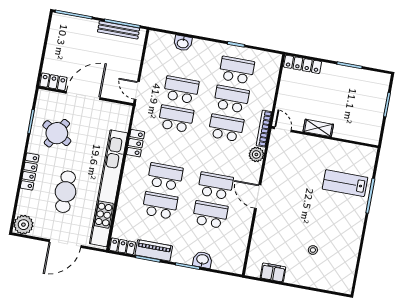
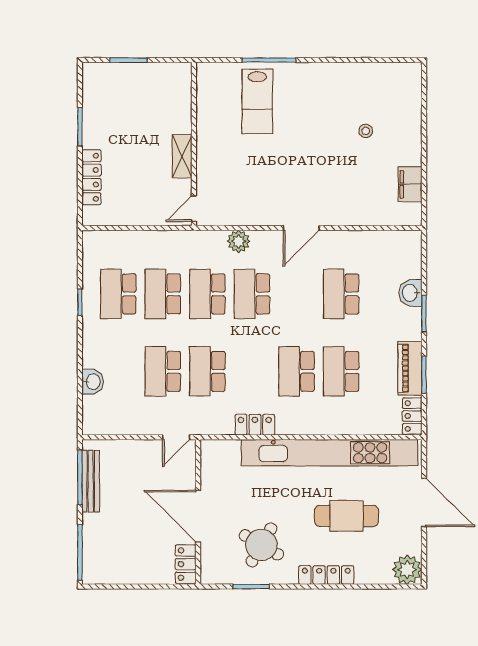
locker: (303, 64) -> (91, 177), moved
bookcase: (264, 129) -> (198, 237), removed
school desk: (215, 186) -> (252, 294), moved

